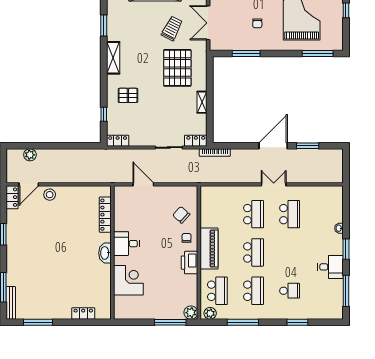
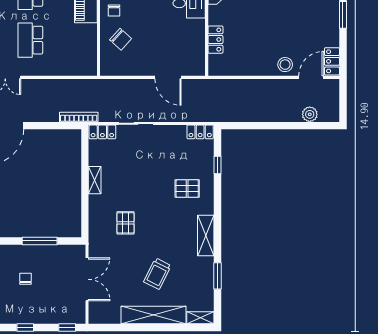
trolley: (172, 28) -> (157, 274), moved
pallet: (177, 68) -> (125, 223), width x0.49, depth x0.50
locker: (105, 215) -> (215, 40), width x0.66

